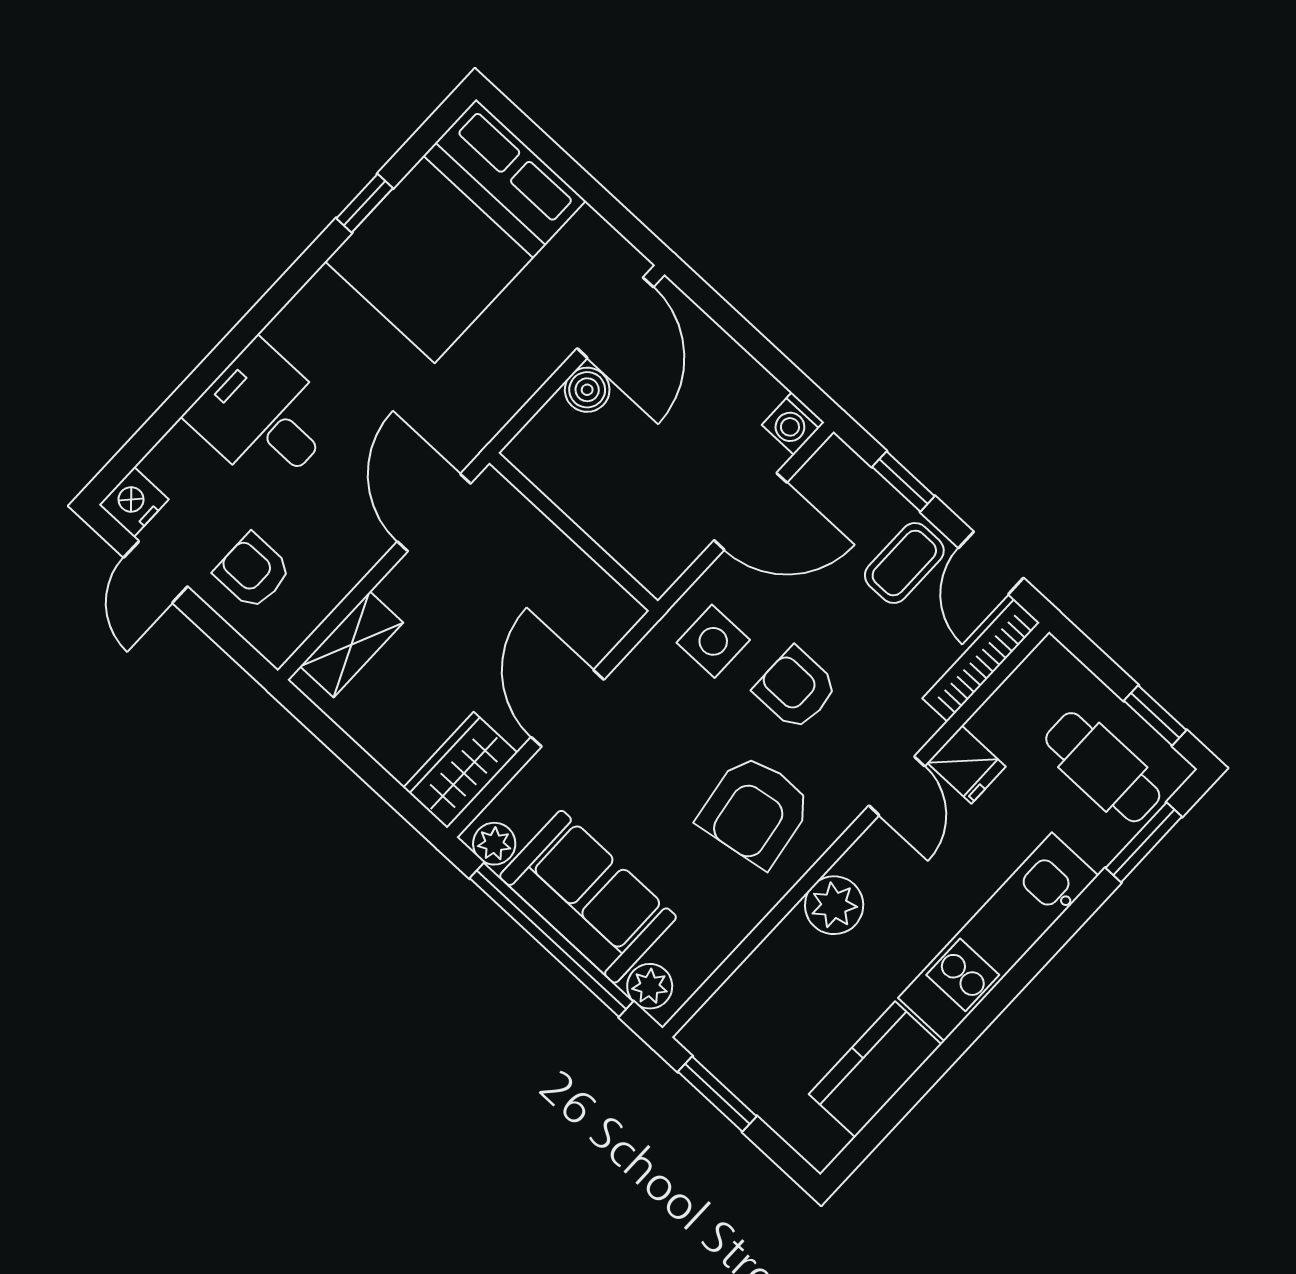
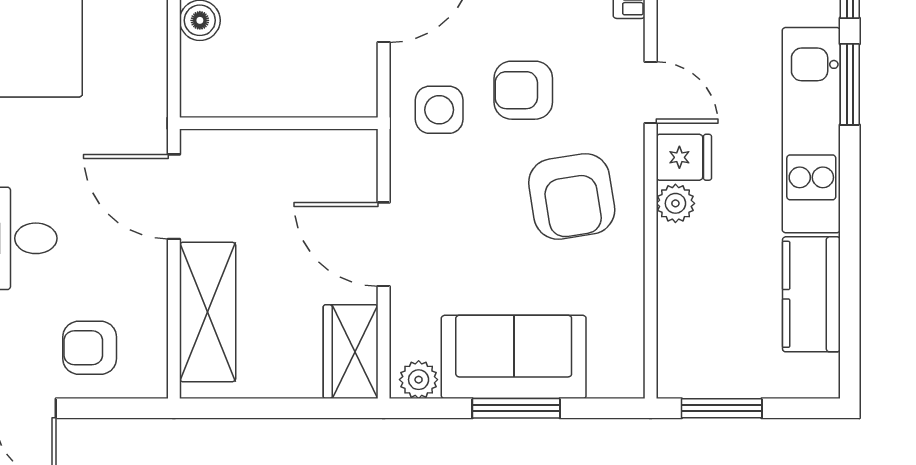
shelving: (352, 644) -> (208, 312), width x1.50, depth x1.33
fridge: (966, 765) -> (684, 157), moved
plant: (834, 905) -> (675, 203), width x0.73, depth x0.73
window: (1064, 929) -> (850, 84), added
window: (551, 940) -> (516, 408), width x0.47
plant: (650, 986) -> (610, 378), removed

